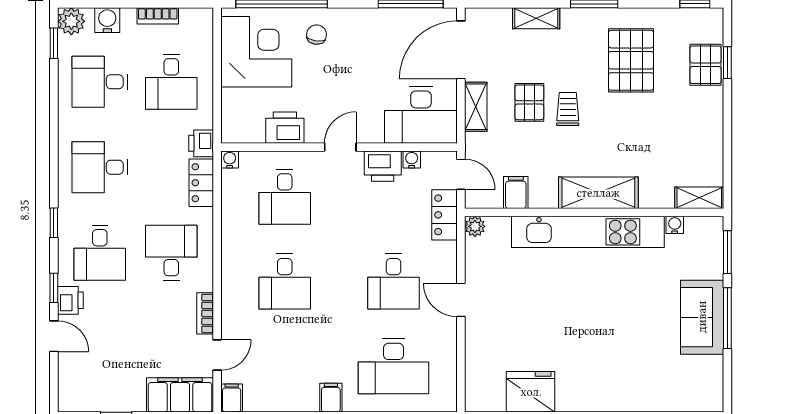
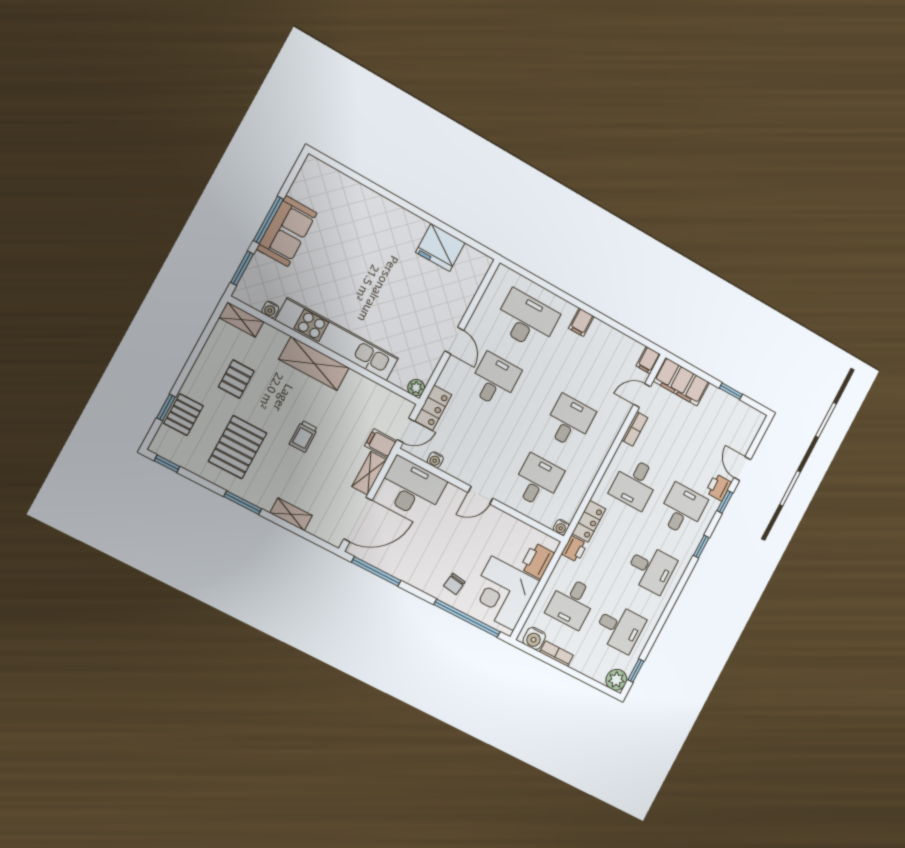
water cooler: (107, 20) -> (534, 638), moved
desk: (171, 82) -> (572, 603), turned 180
pallet: (529, 102) -> (236, 379), moved
printer: (285, 128) -> (537, 561), moved, turned 90
printer: (383, 166) -> (458, 466), removed
door: (461, 174) -> (406, 430), swing flipped
filing cabinet: (516, 193) -> (381, 443), moved, turned 90

